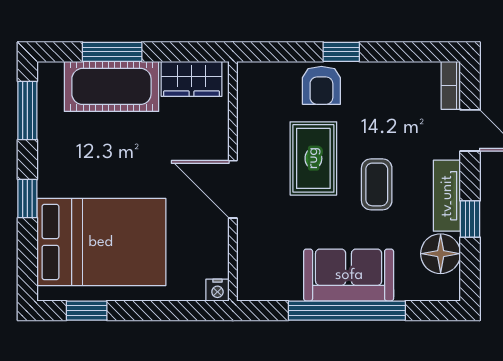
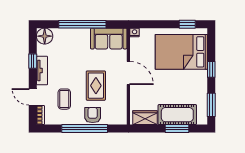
window: (341, 52) -> (85, 129), width x3.17
coffee table: (377, 184) -> (64, 99), moved
floor lamp: (441, 254) -> (45, 36), moved
sofa: (349, 275) -> (109, 39), moved

